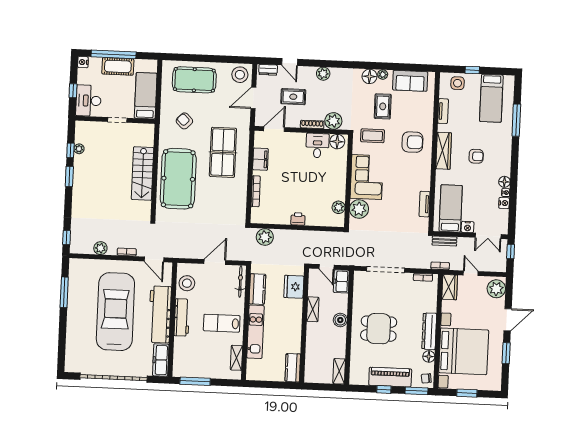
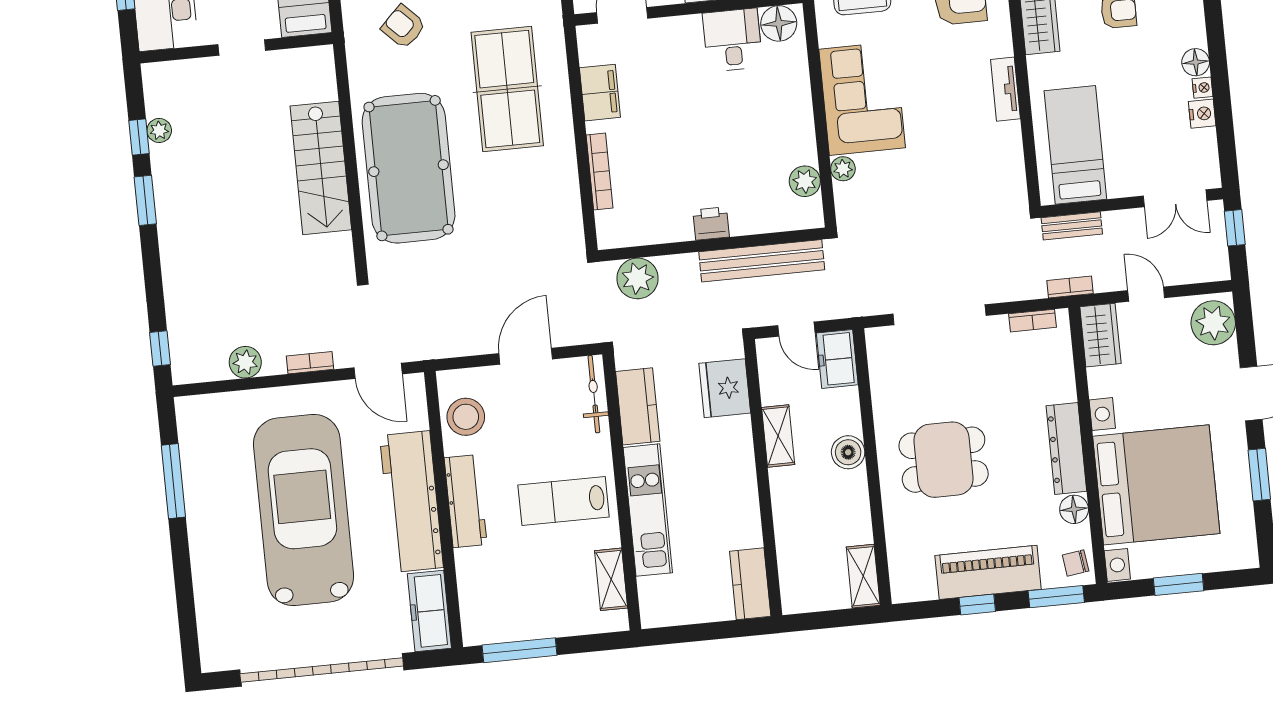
tv unit: (425, 204) -> (1005, 89), moved
plant: (359, 209) -> (843, 169), width x0.53, depth x0.53
nightstand: (468, 227) -> (1122, 184), removed
bench: (316, 237) -> (762, 261), added

